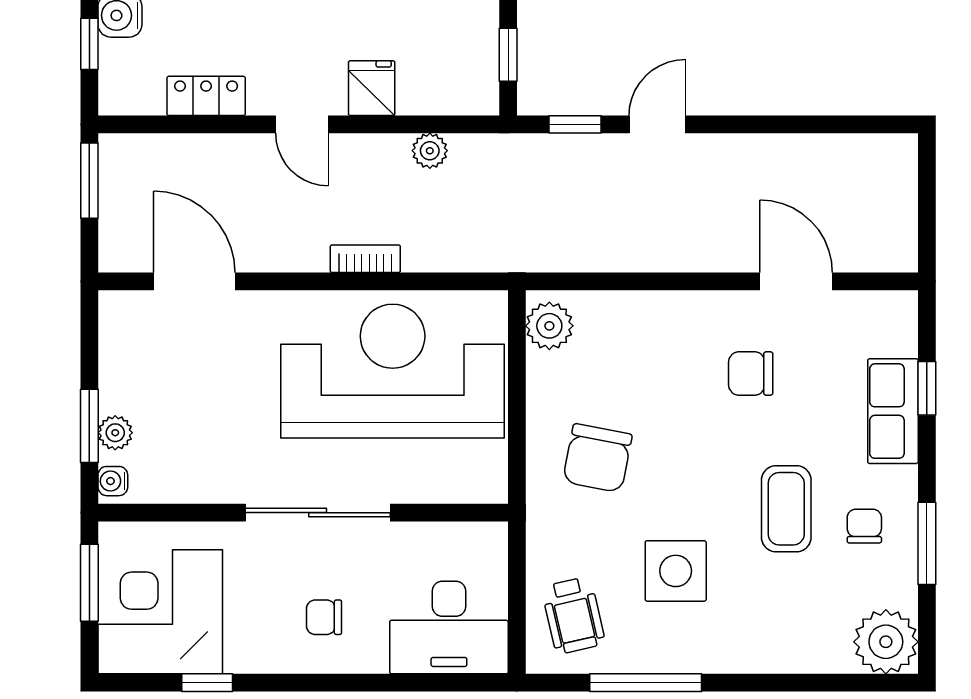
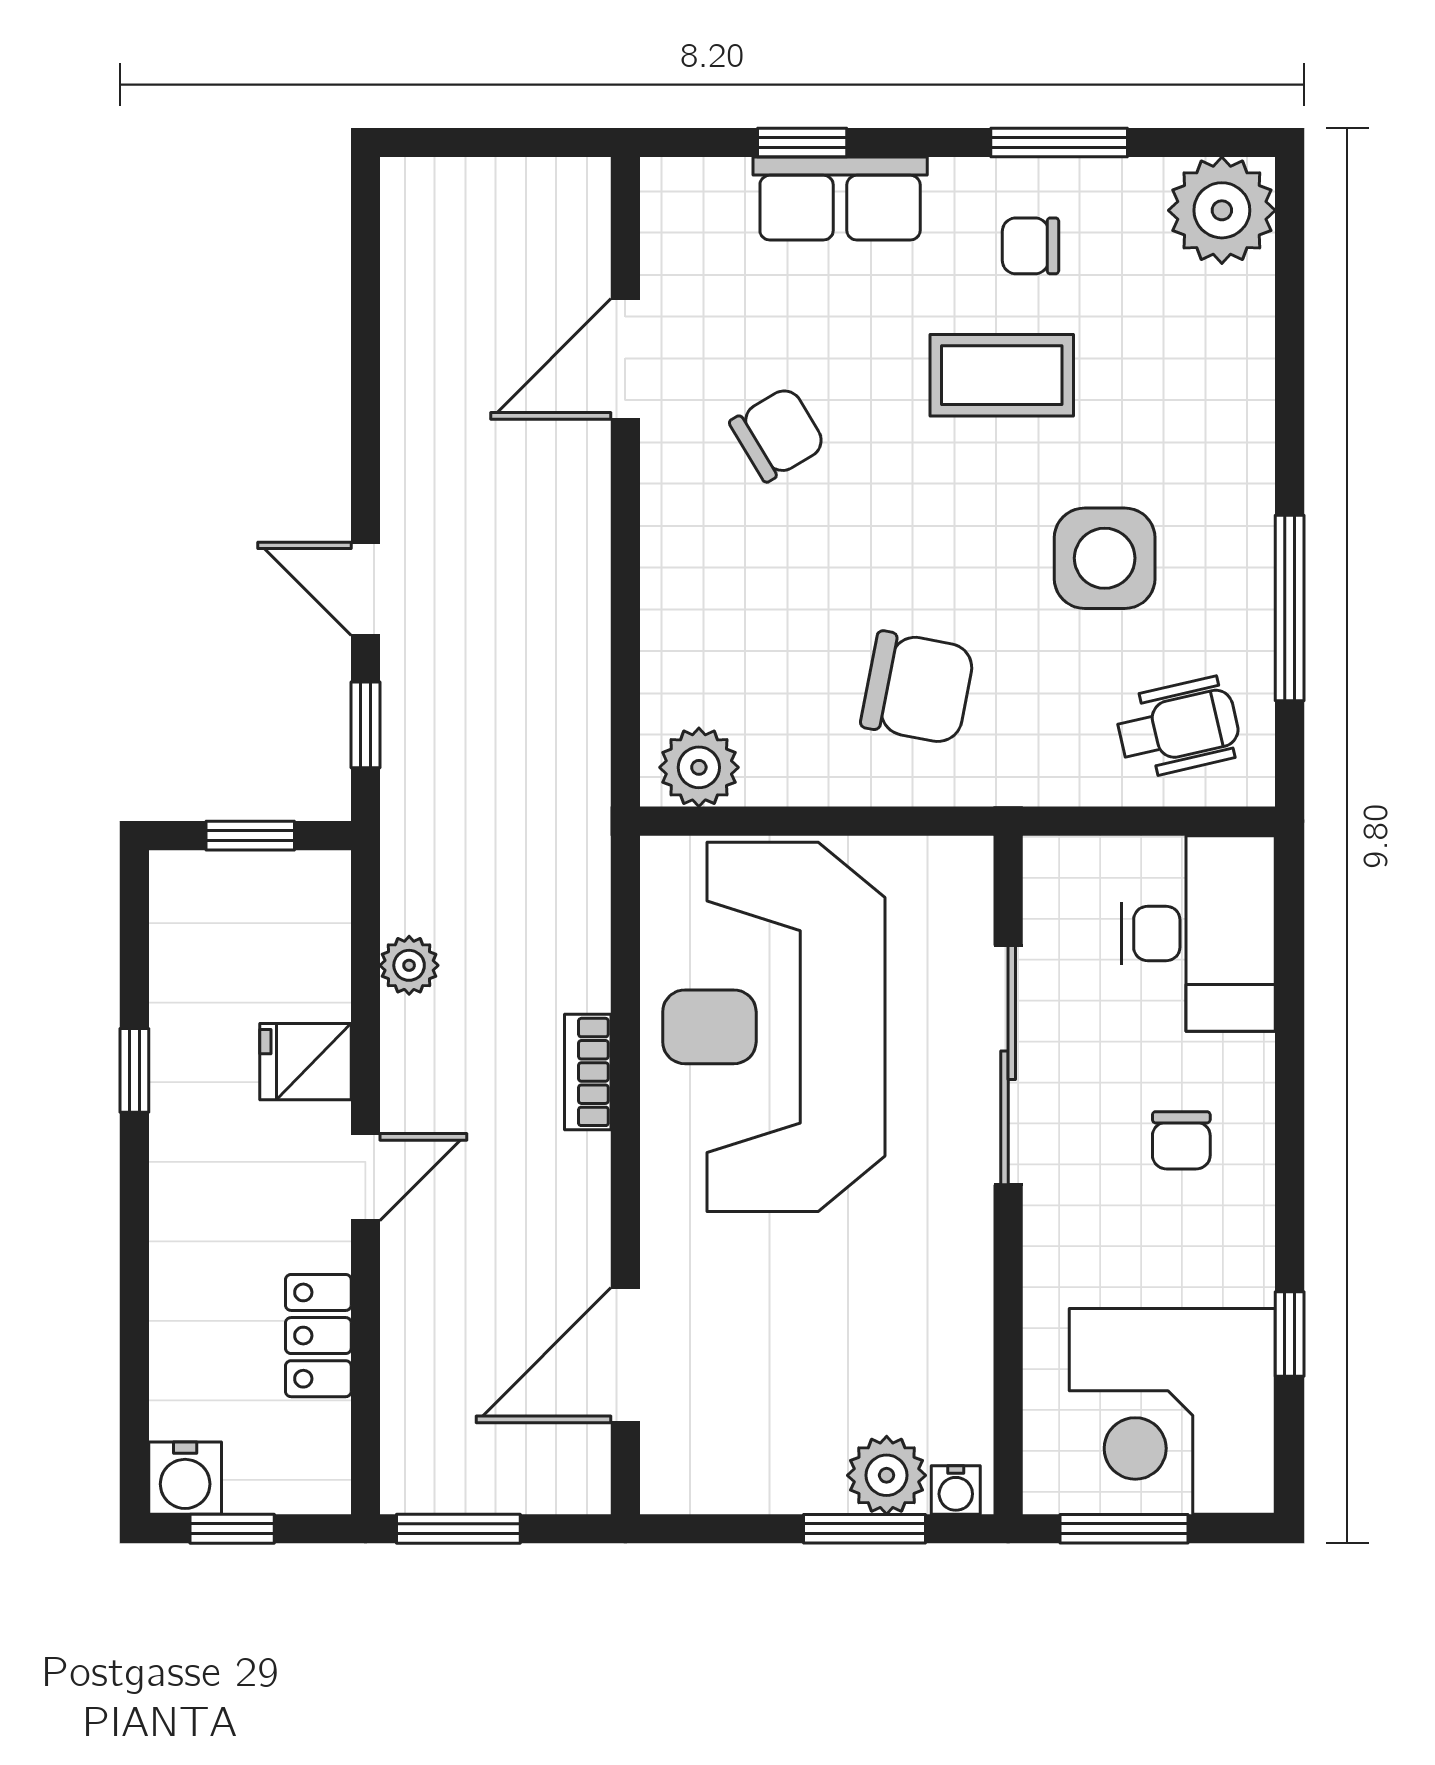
chair: (751, 373) -> (778, 434), turned -121
plant: (115, 433) -> (887, 1475), width x1.38, depth x1.38
sliding door: (318, 513) -> (1008, 1065), moved

